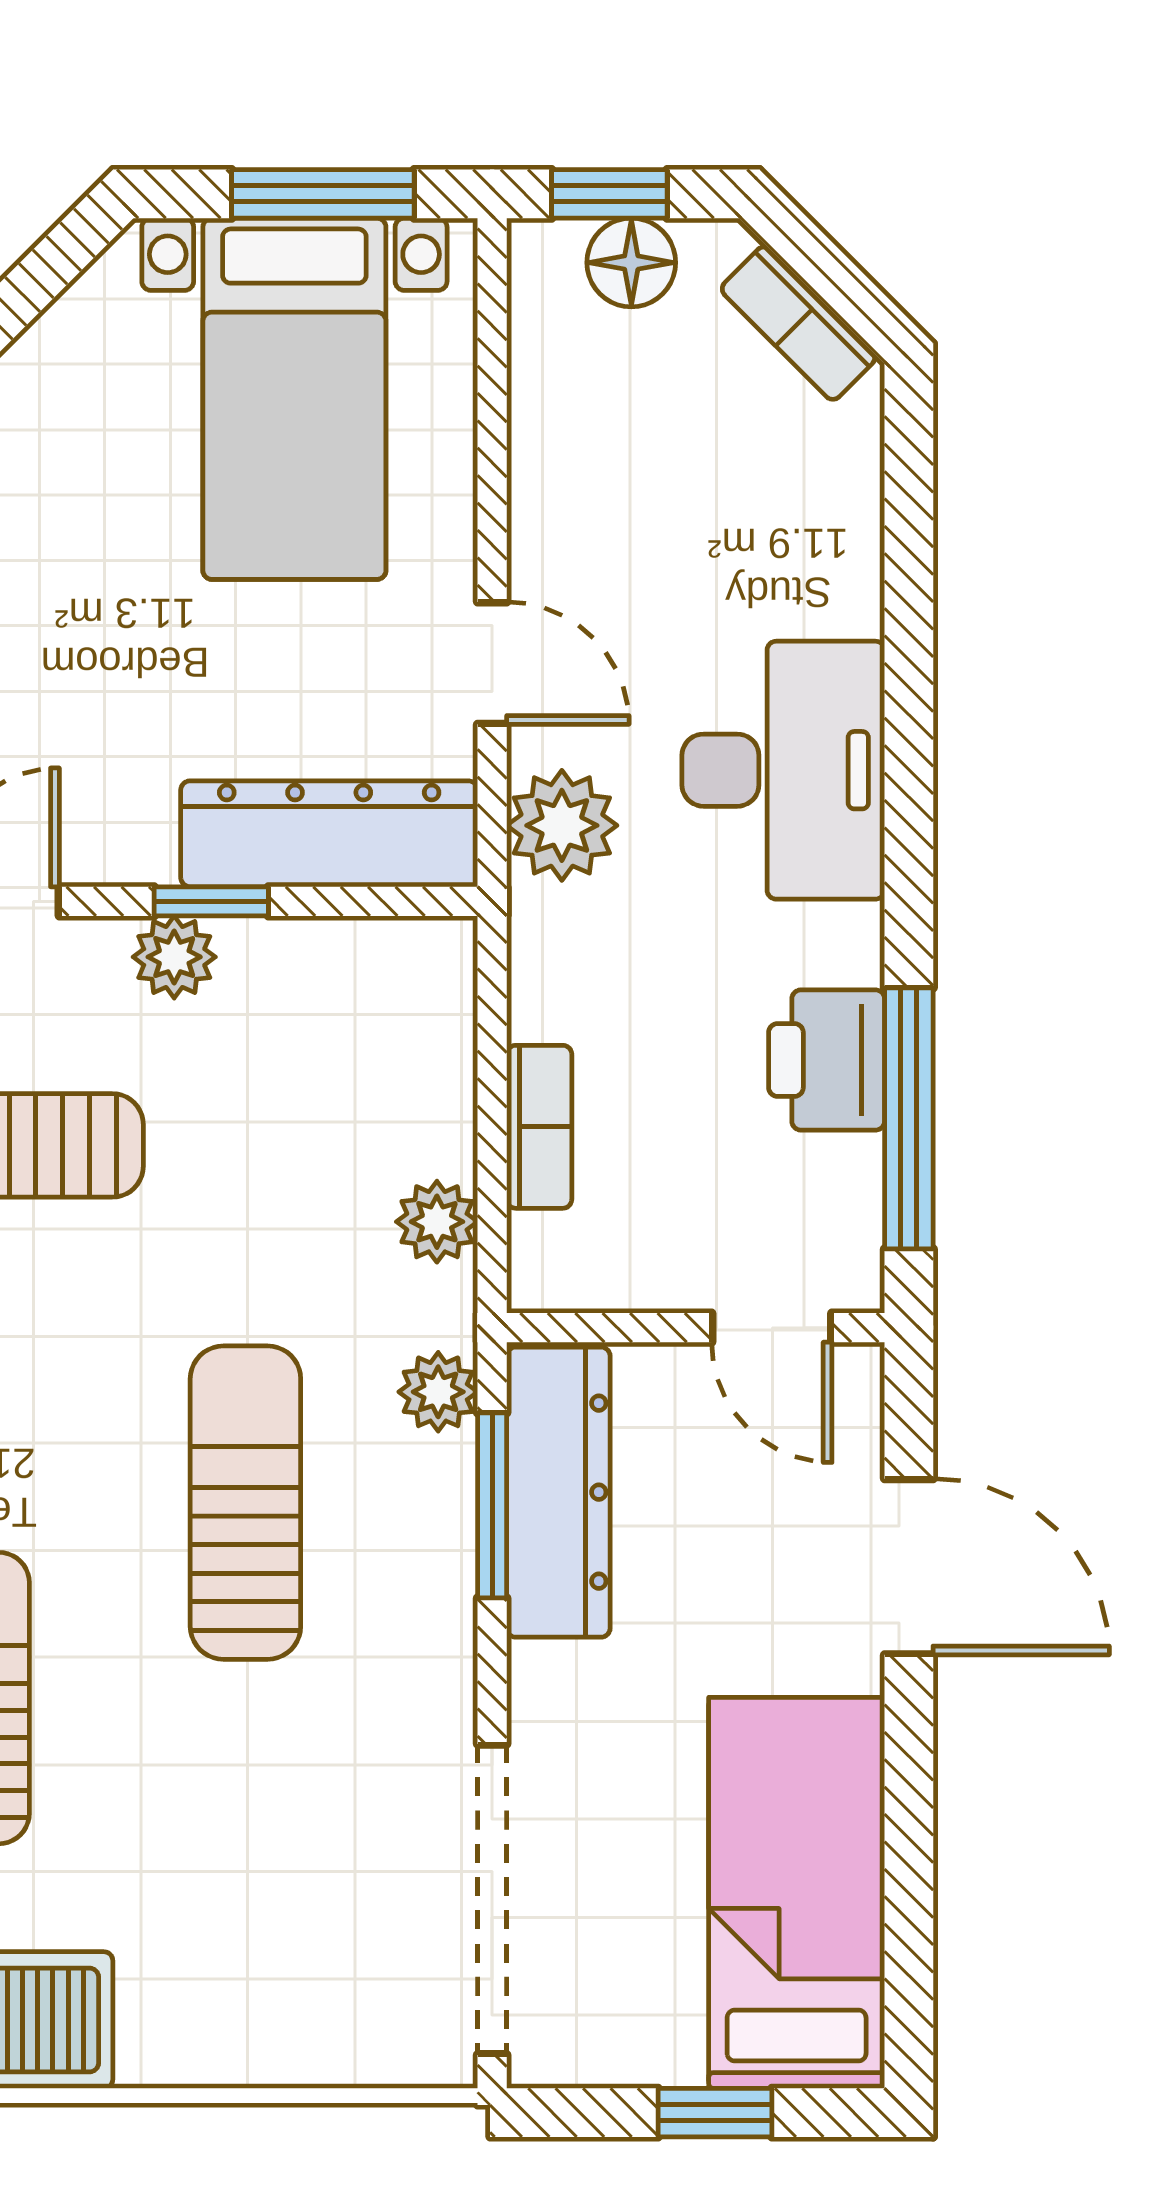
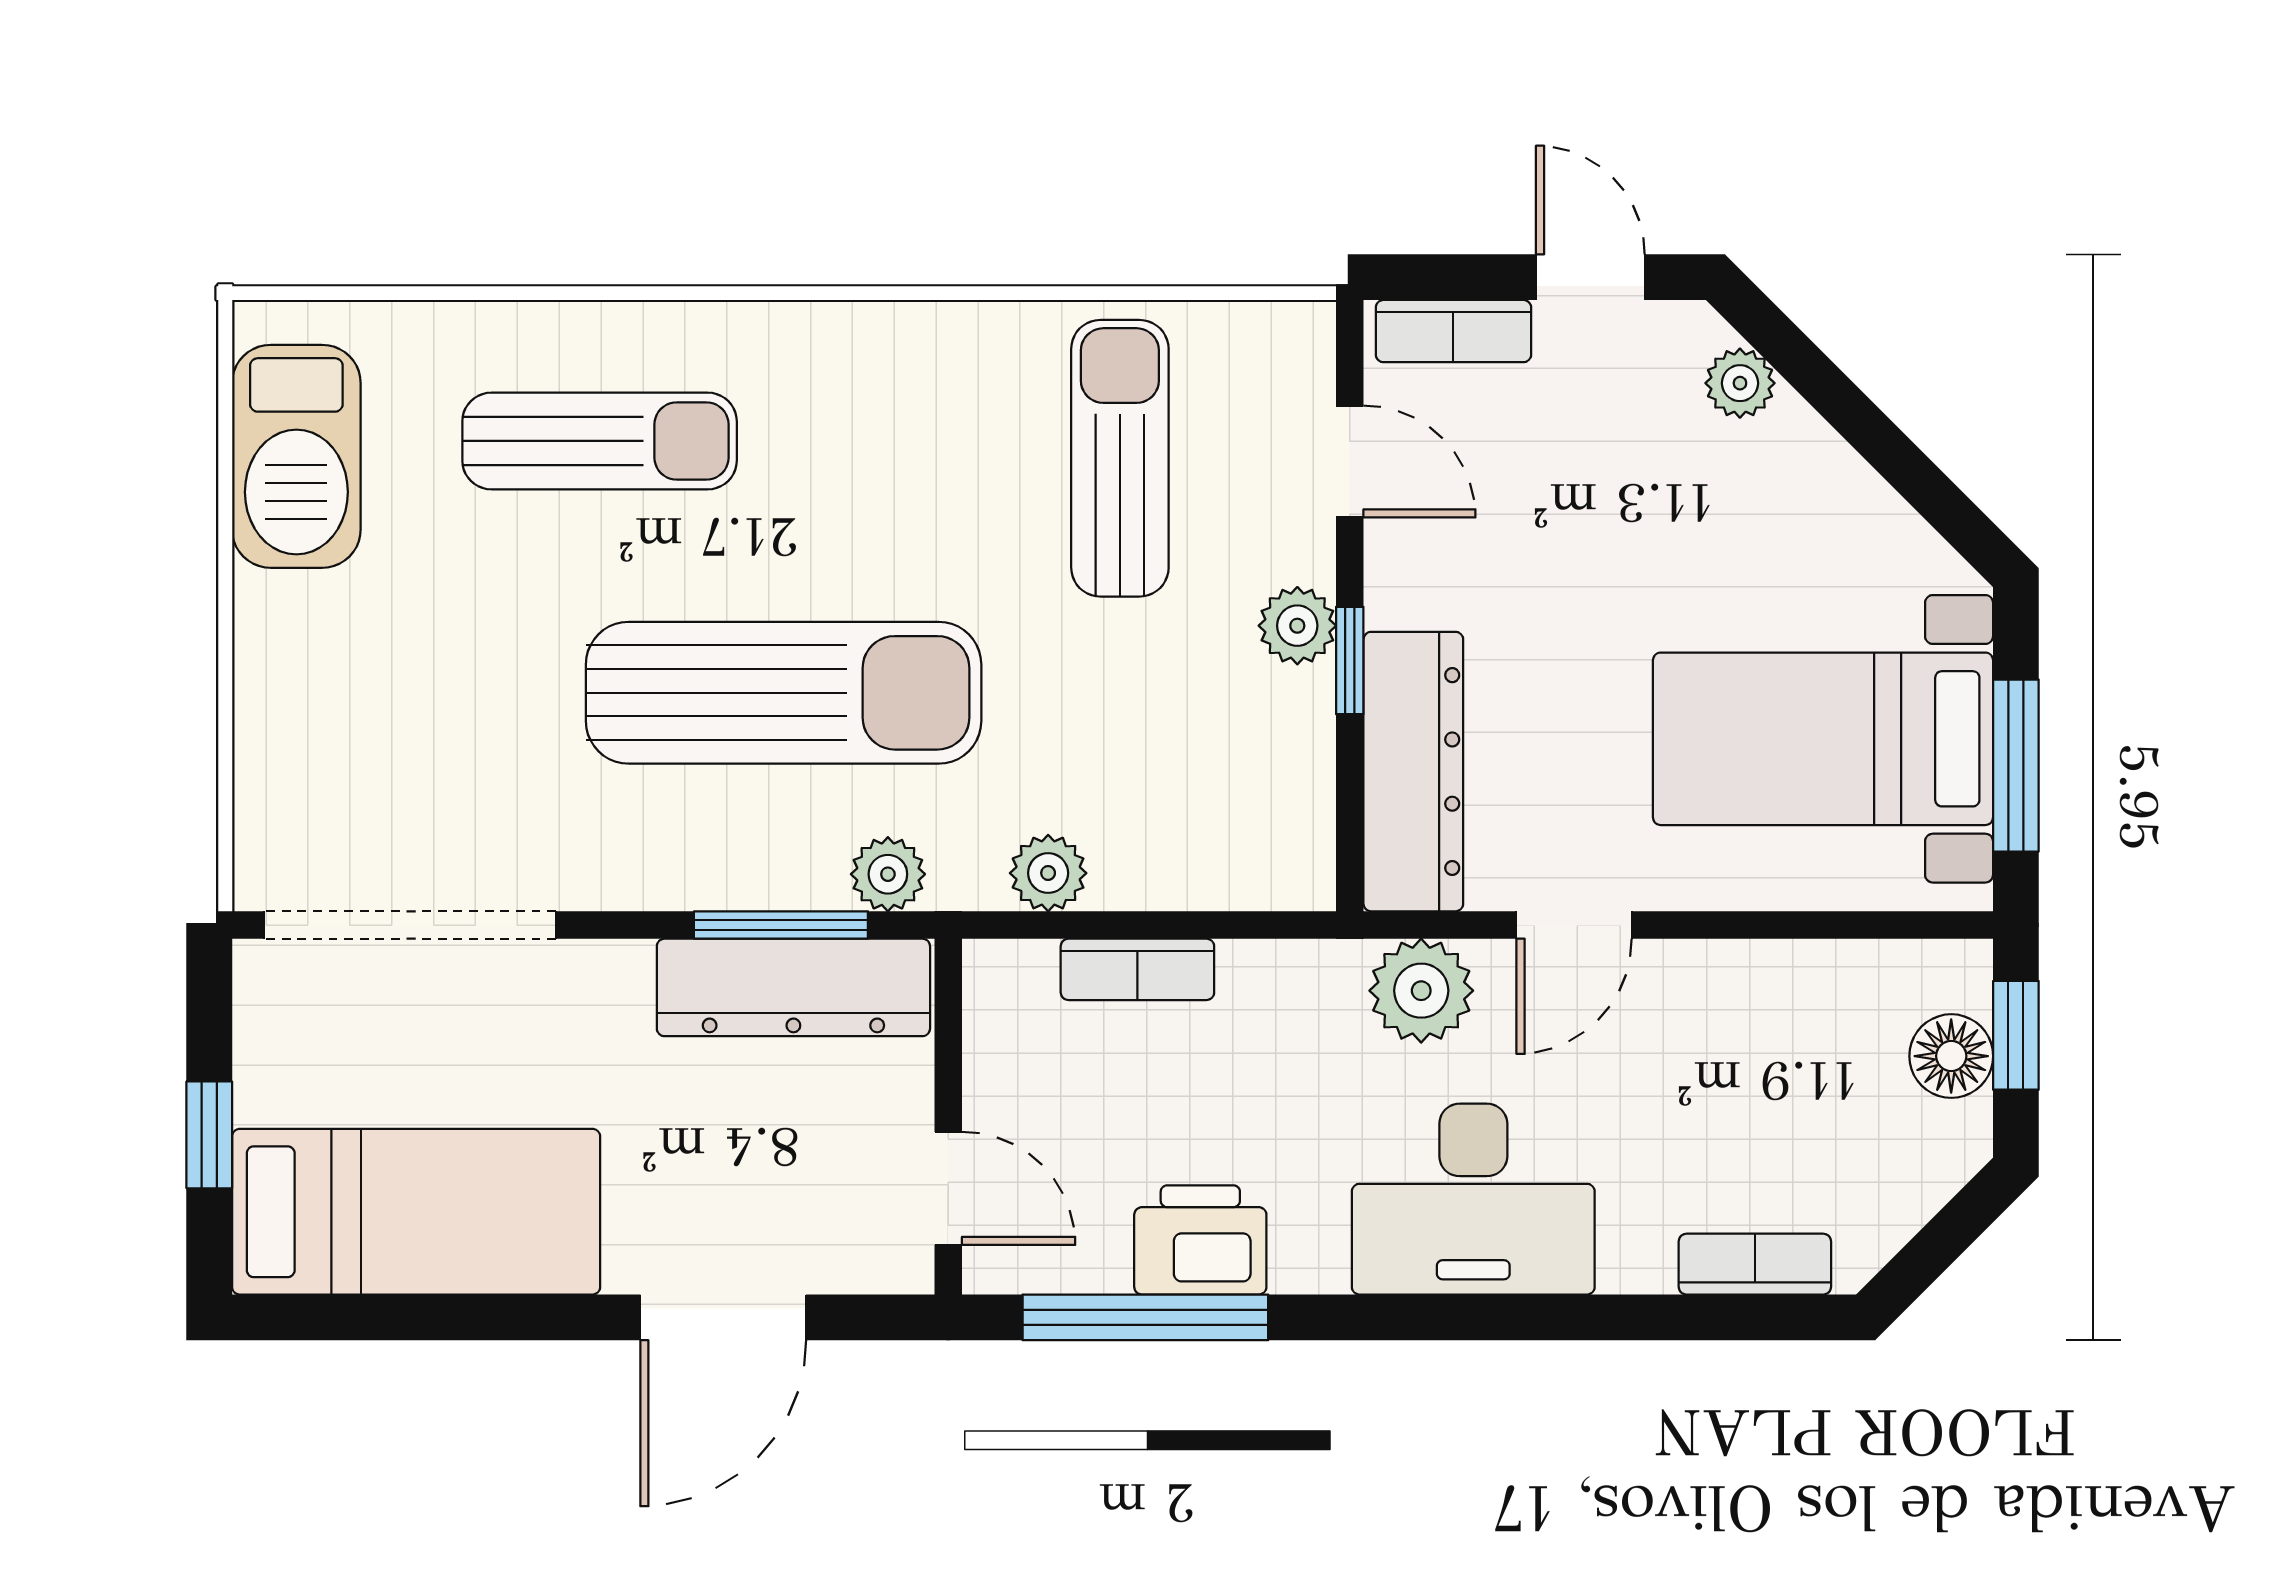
bookcase: (799, 323) -> (1755, 1264), moved, turned 45
door: (772, 1328) -> (948, 1188), swing flipped
sun lounger: (245, 1503) -> (784, 693), width x1.36, depth x1.34

